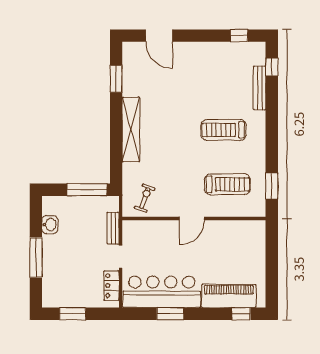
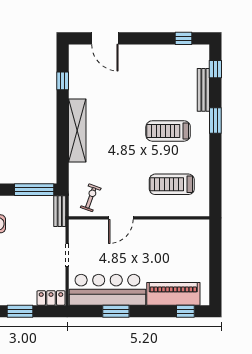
window: (116, 79) -> (63, 81), width x0.67
treadmill: (227, 184) -> (172, 184), turned 180
window: (272, 186) -> (215, 121), moved
door: (192, 218) -> (121, 218), moved
bench: (113, 228) -> (60, 211), moved
locker: (112, 286) -> (51, 298), moved, turned 90

